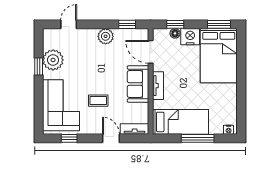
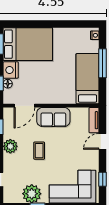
tv unit: (158, 86) -> (55, 99), removed
coffee table: (98, 101) -> (39, 151), moved

